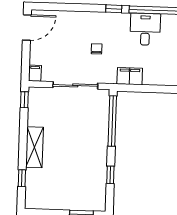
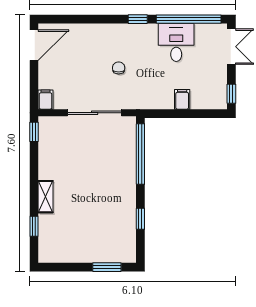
filing cabinet: (130, 76) -> (182, 99), moved, width x0.50
shelving: (35, 147) -> (46, 197), width x0.67, depth x0.75

